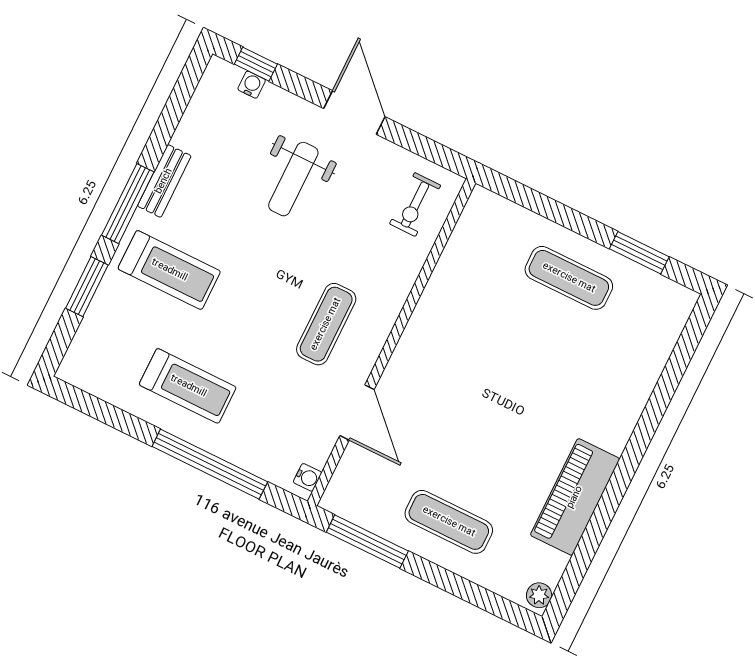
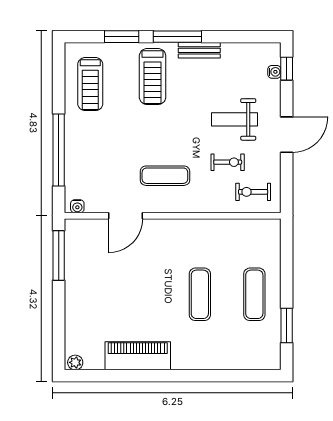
exercise bike: (352, 221) -> (228, 162), added
treadmill: (188, 386) -> (90, 84), moved
exercise mat: (449, 522) -> (200, 294), moved

